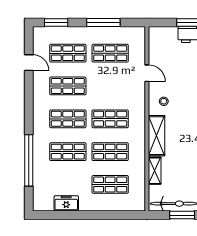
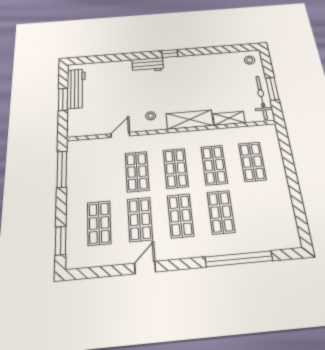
window: (103, 23) -> (62, 169), moved
shop shelf: (110, 53) -> (137, 172), moved
door: (29, 63) -> (145, 268), moved
freezer: (66, 203) -> (284, 208), removed

